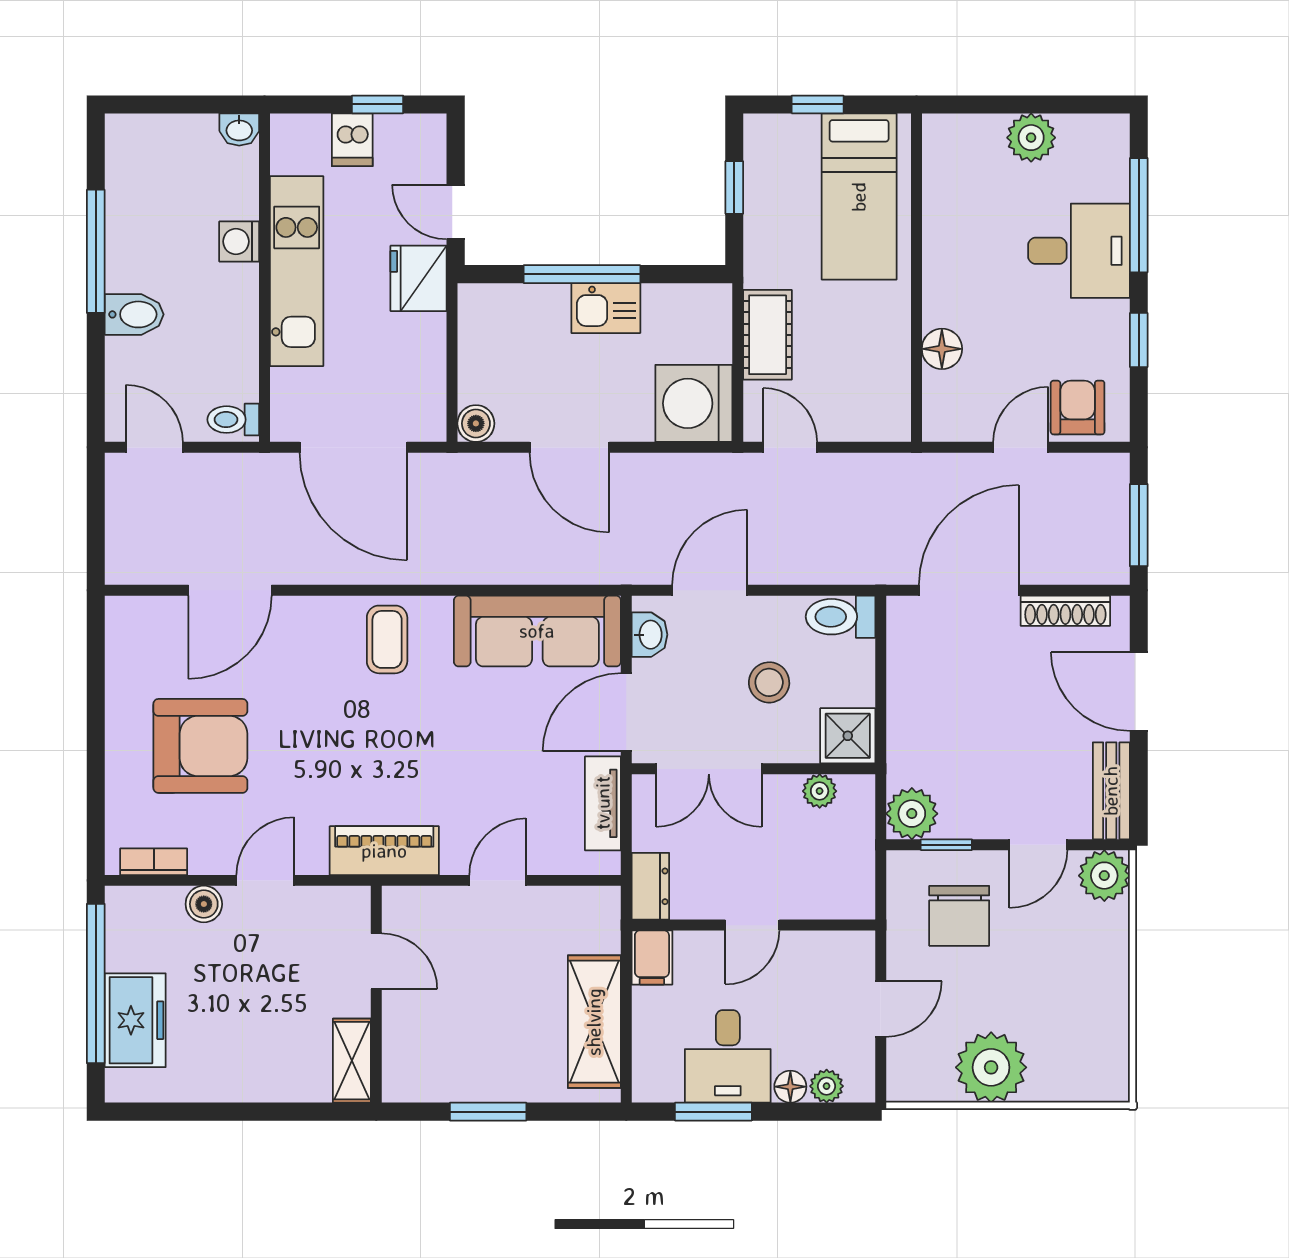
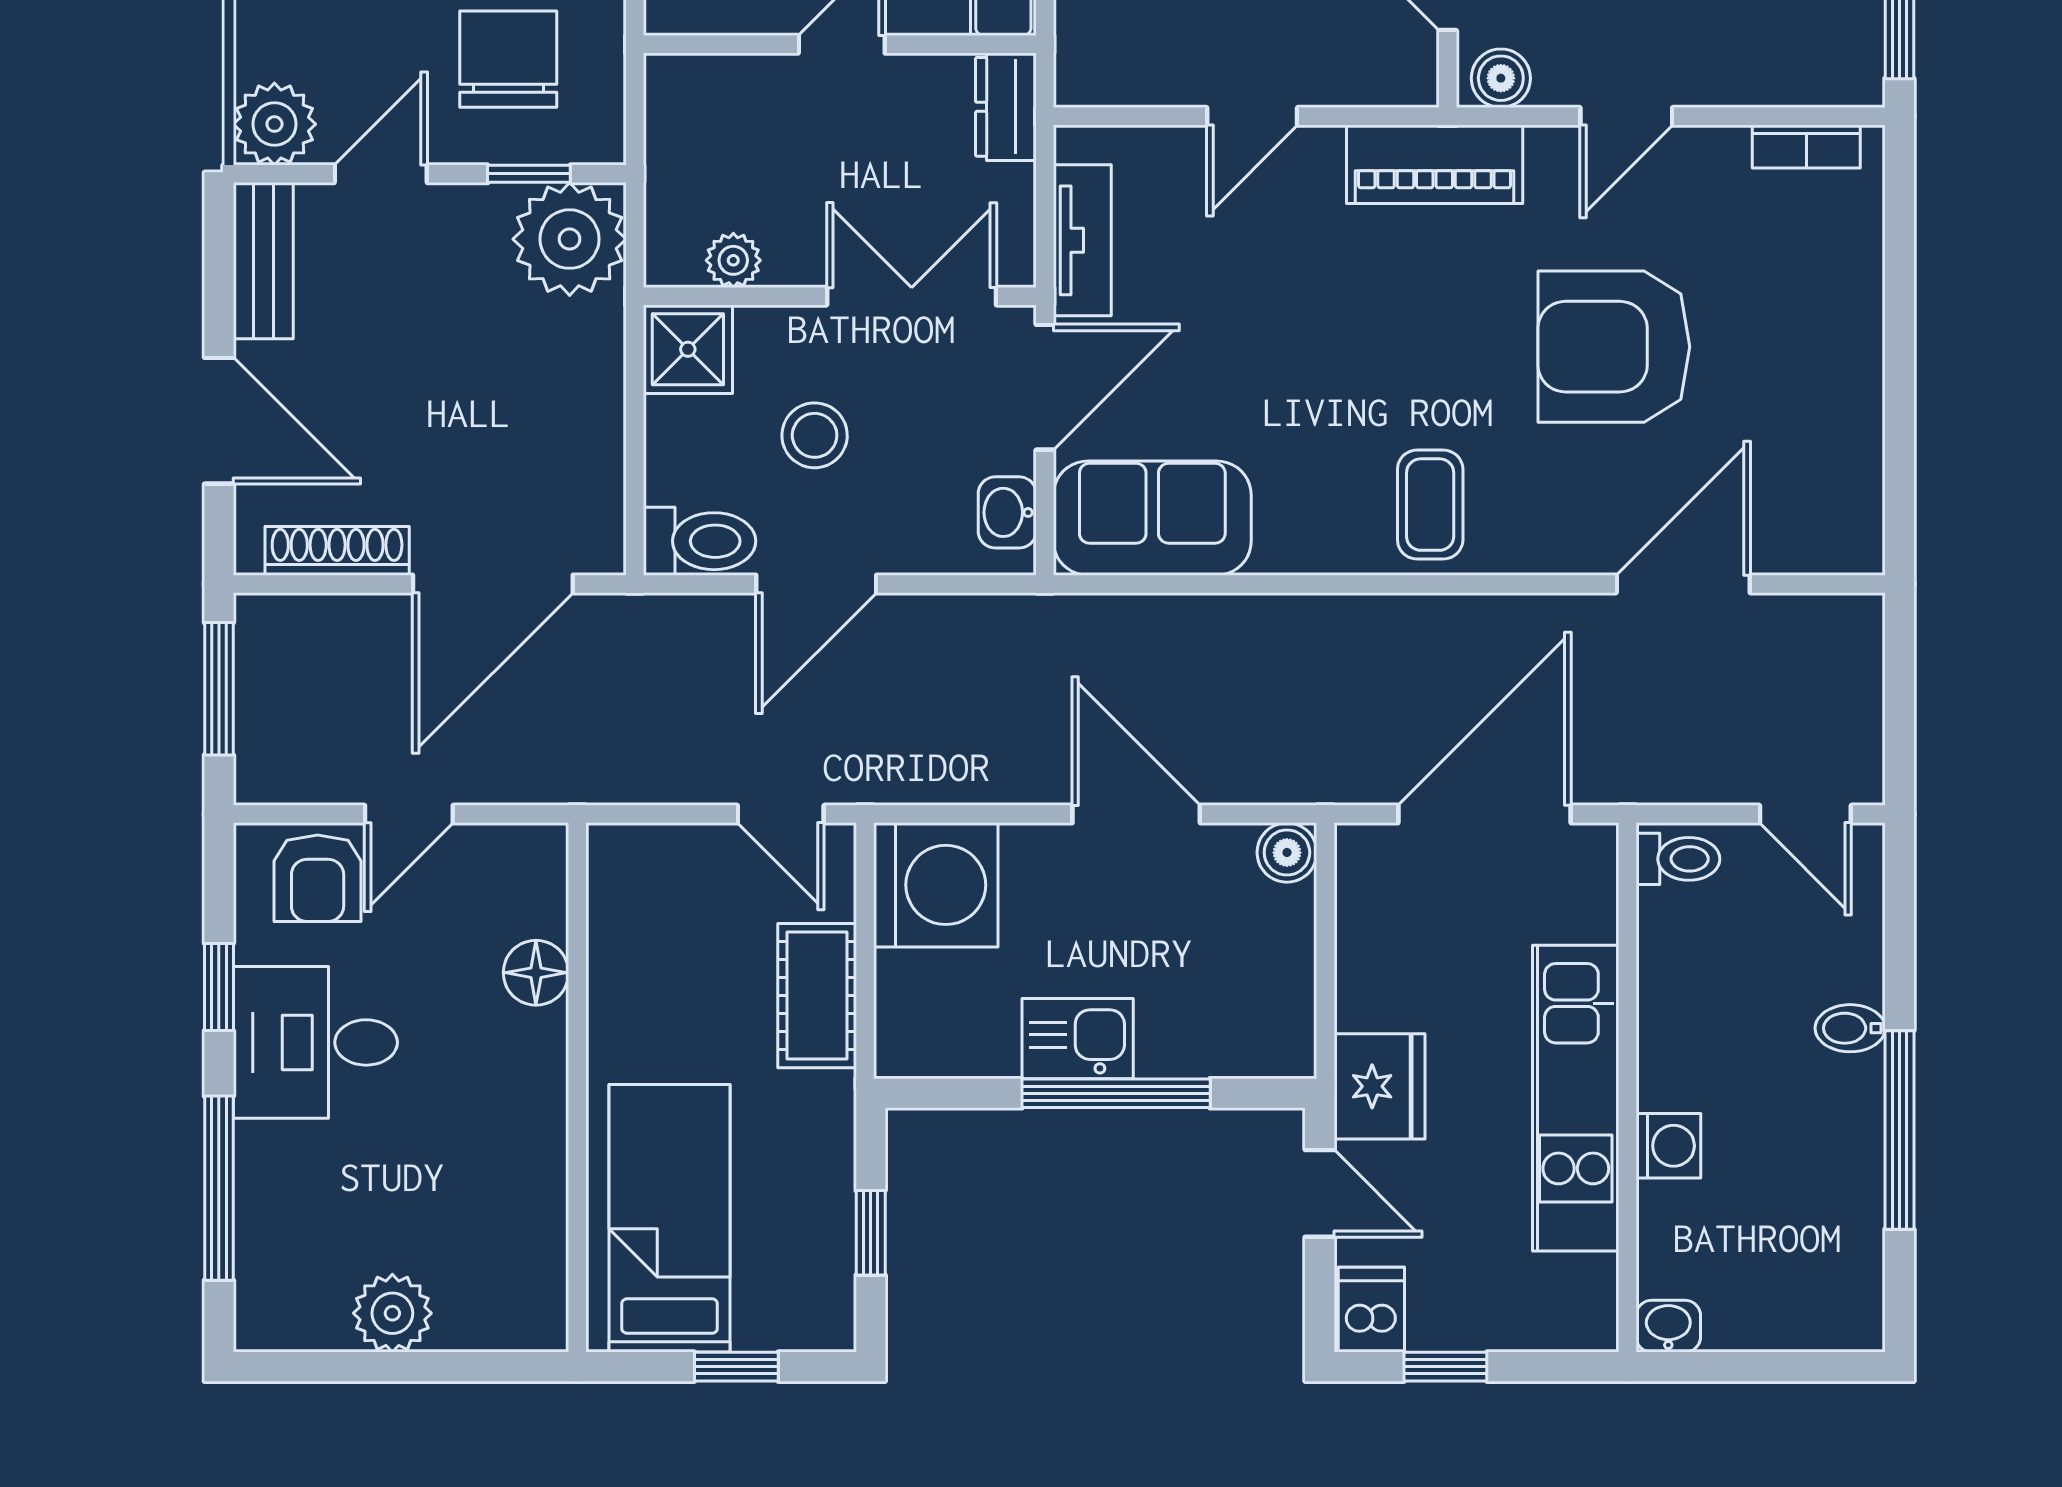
dishwasher: (352, 140) -> (1371, 1310), moved
desk: (1079, 251) -> (315, 1042), moved
bidet: (134, 314) -> (1850, 1028), width x0.72, depth x0.74
door: (353, 447) -> (1484, 814), hinge flipped
door: (710, 590) -> (816, 584), moved
sofa: (537, 631) -> (1152, 518), width x0.73
armchair: (200, 746) -> (1614, 347), moved
plant: (912, 814) -> (570, 239), width x1.36, depth x1.36
boiler: (204, 904) -> (1501, 78), moved

